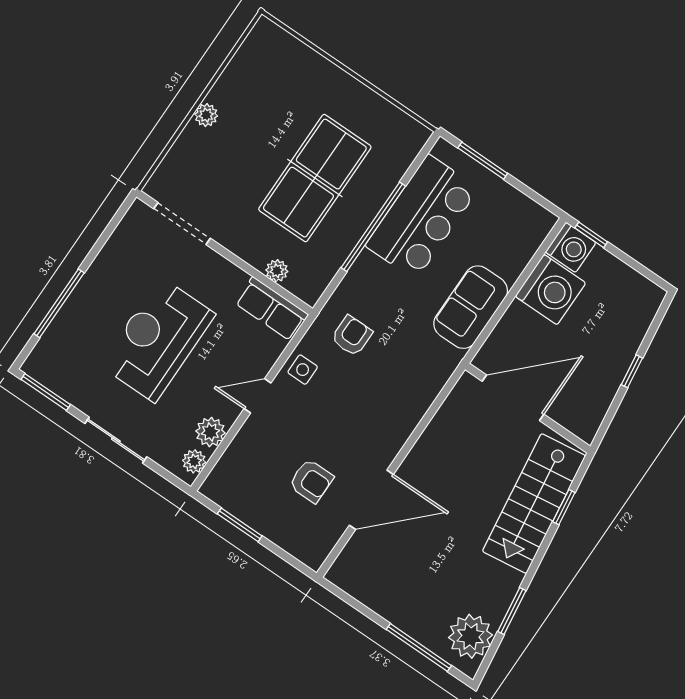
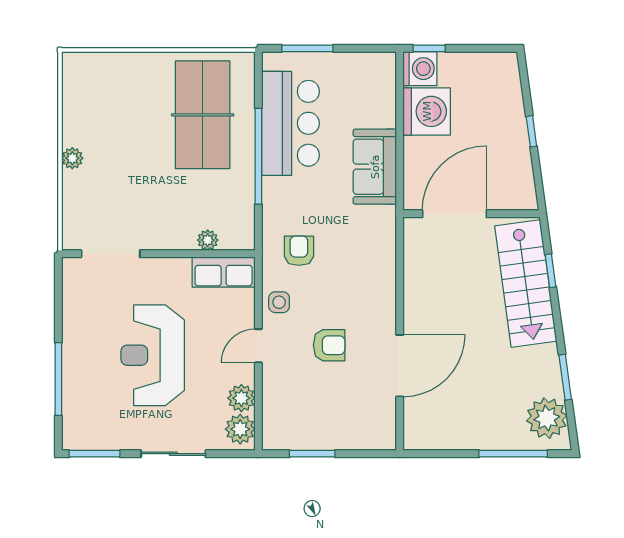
table tennis table: (315, 178) -> (203, 115), moved
plant: (194, 461) -> (240, 429), width x1.38, depth x1.38
armchair: (311, 481) -> (329, 345), moved

